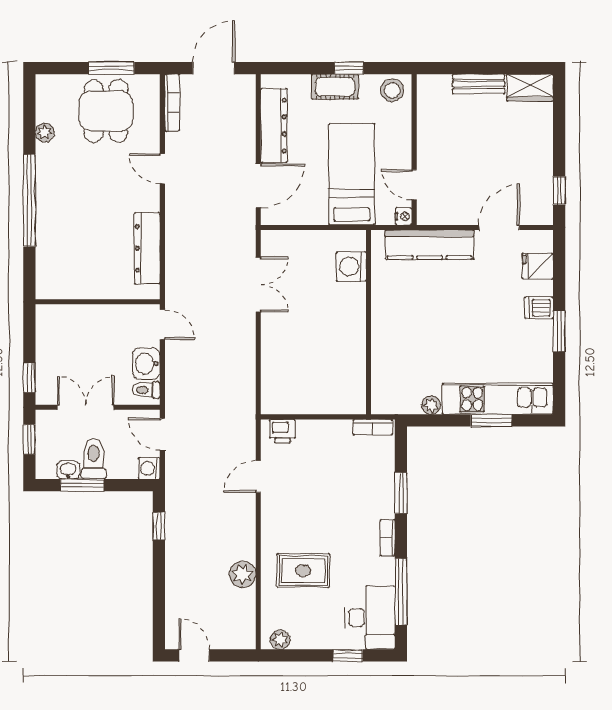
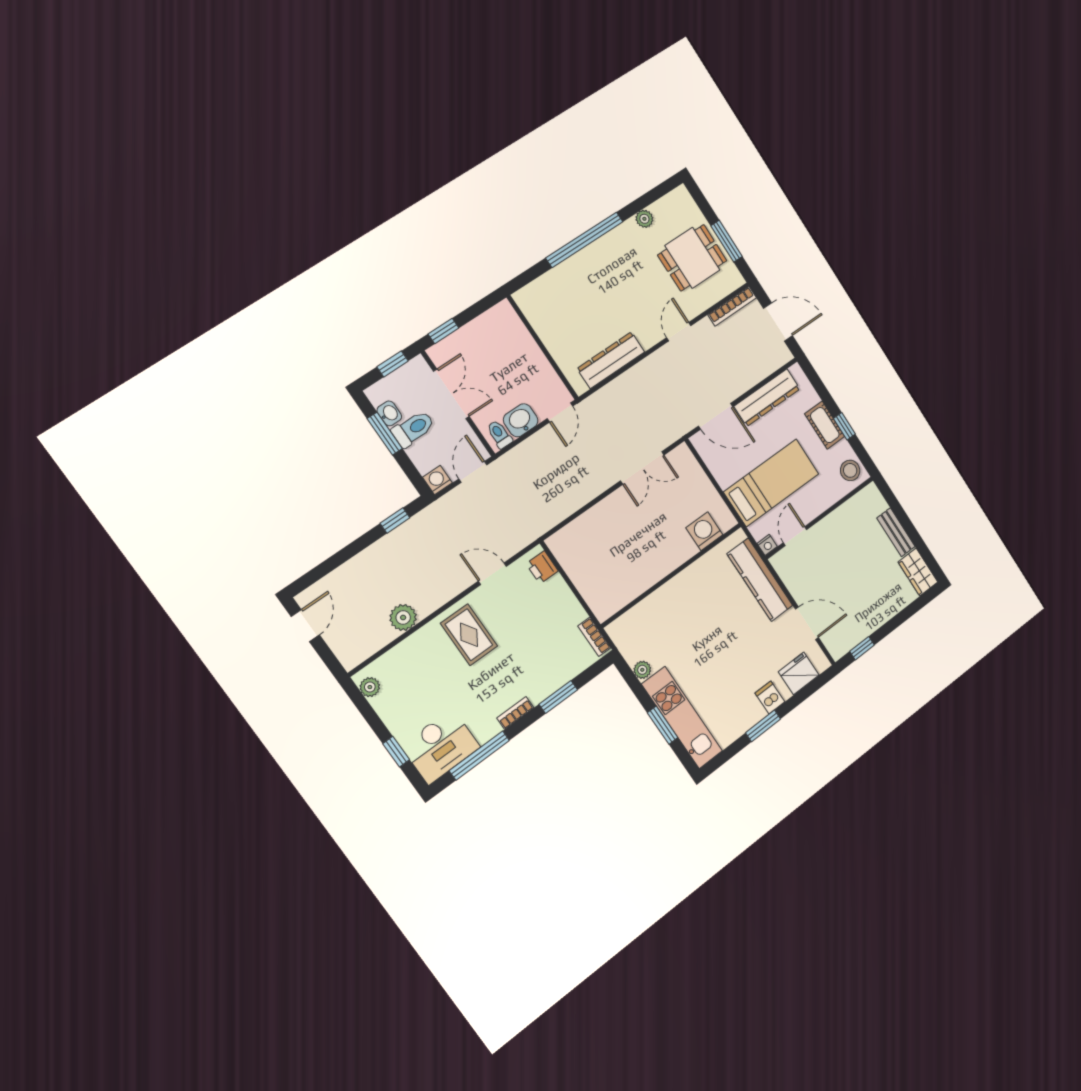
fridge: (538, 266) -> (799, 673), width x1.38
rug: (303, 571) -> (469, 635), moved

